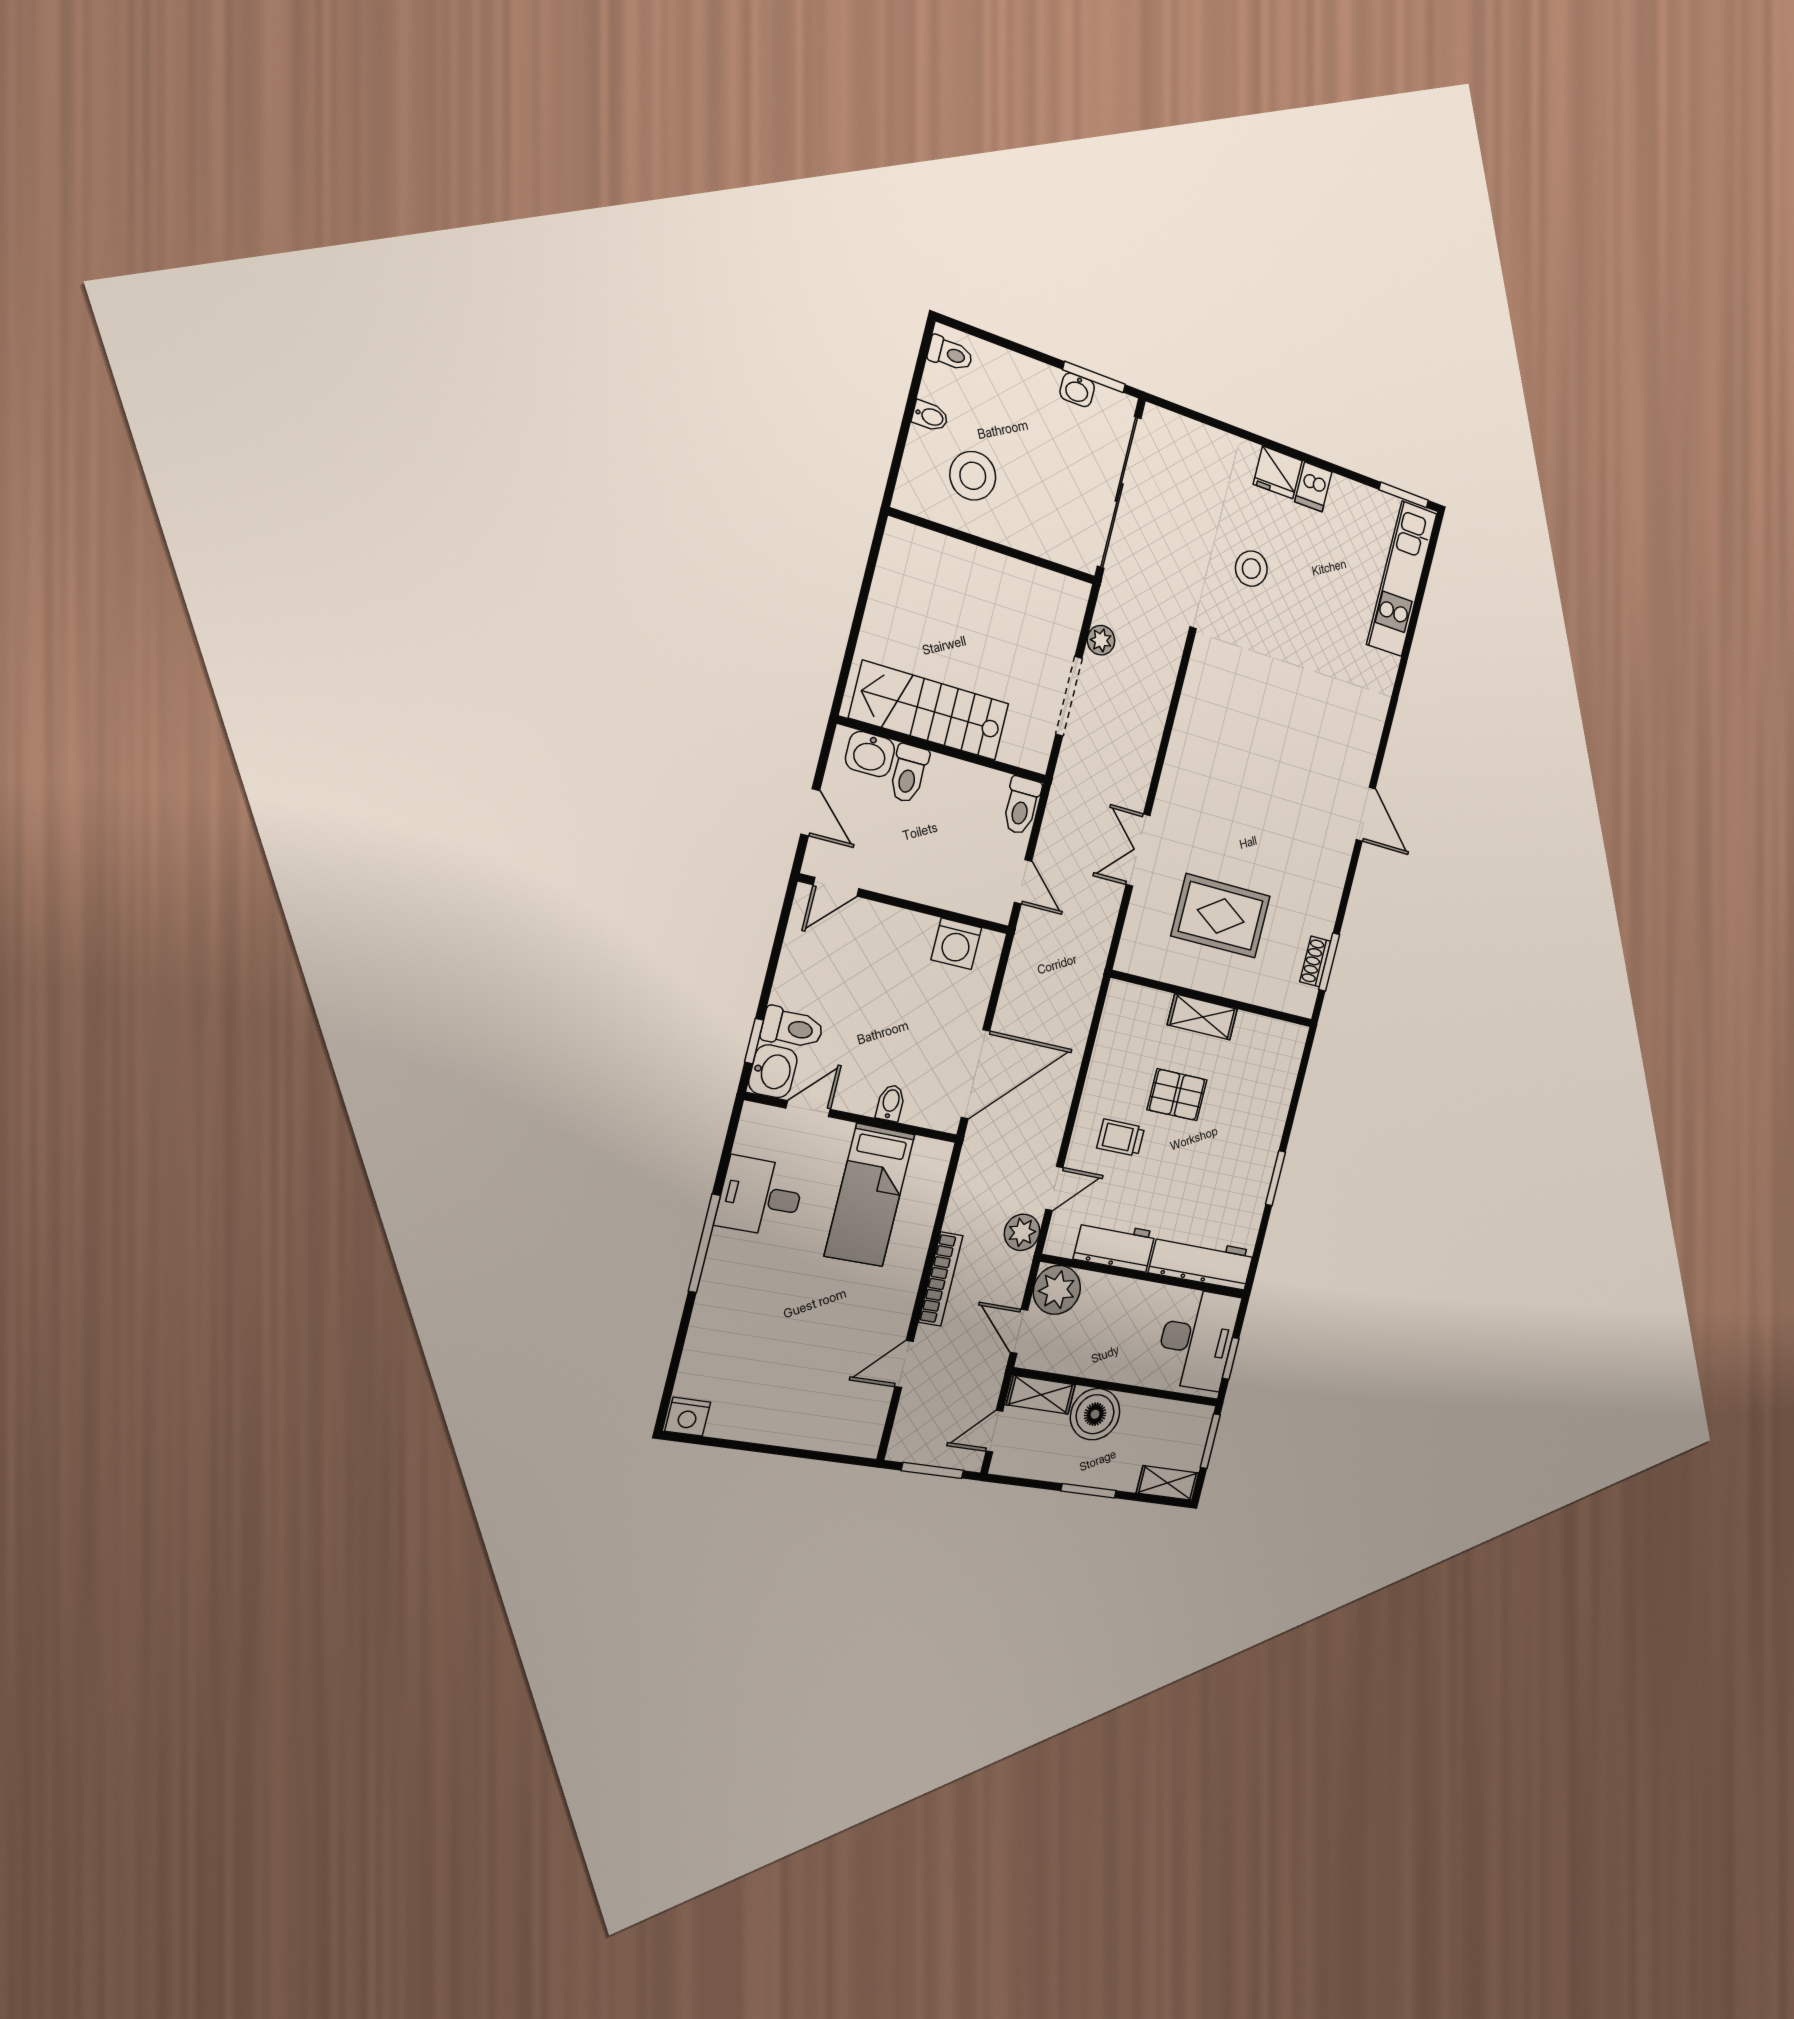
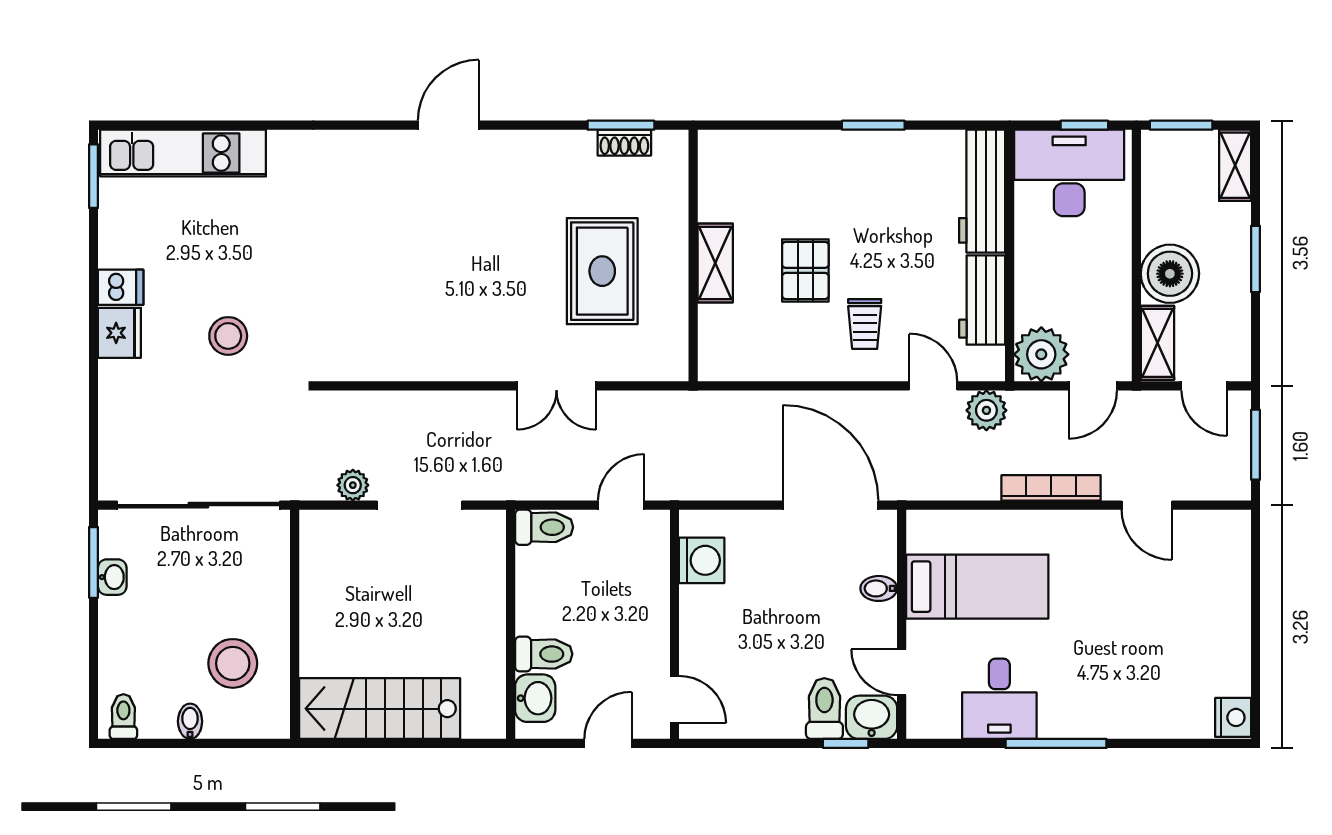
stairs: (930, 711) -> (380, 709), moved, turned 90

